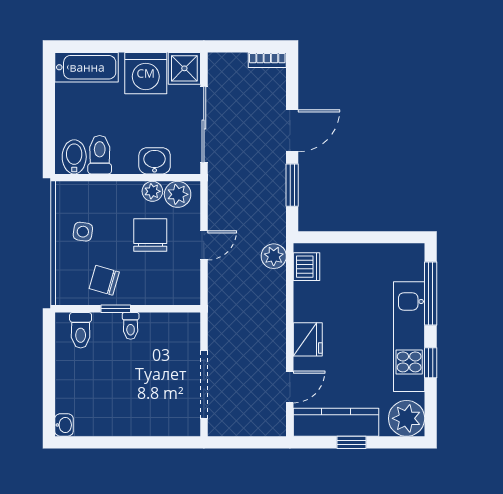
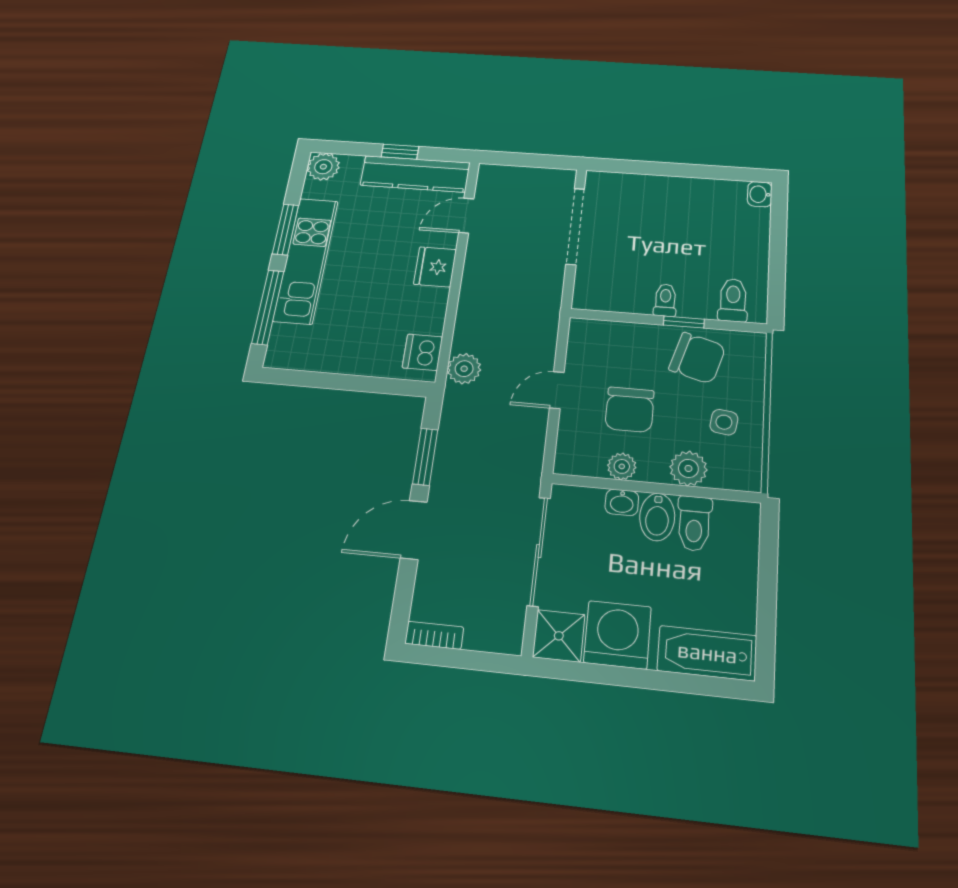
bidet: (74, 157) -> (657, 517), moved
washbasin: (155, 161) -> (622, 502), width x0.72, depth x0.69
plant: (178, 194) -> (688, 468), moved
chair: (104, 280) -> (697, 358), width x1.37, depth x1.37
window: (431, 363) -> (286, 229), width x1.50
plant: (407, 418) -> (323, 167), width x0.73, depth x0.73

